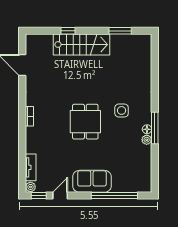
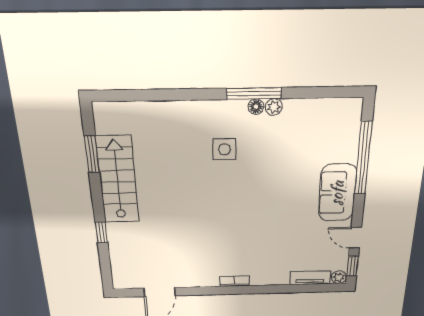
stairs: (82, 44) -> (118, 180), moved
dining table: (85, 122) -> (243, 204), removed

